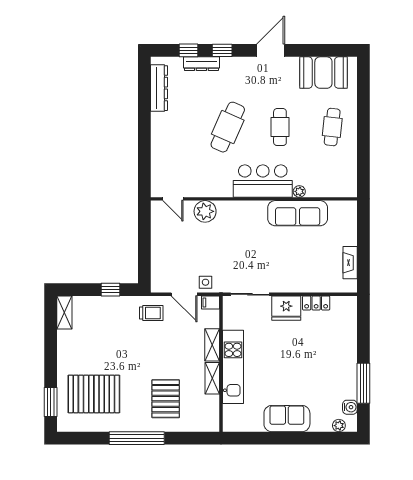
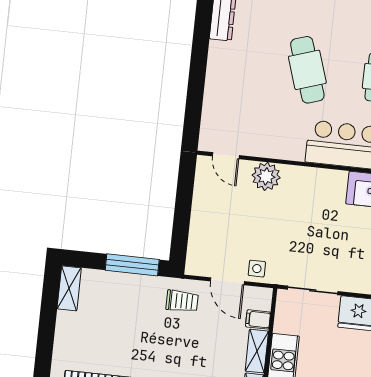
cafe table: (228, 127) -> (307, 70), turned -42
window: (110, 290) -> (132, 265), width x2.17
filing cabinet: (211, 303) -> (258, 319), moved

